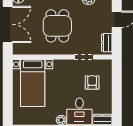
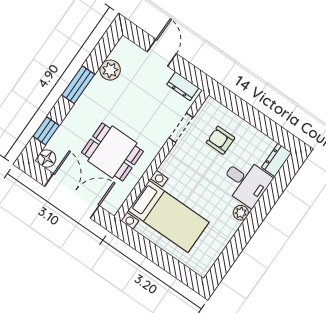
dining table: (57, 26) -> (112, 152), moved

